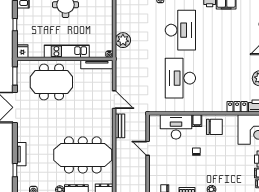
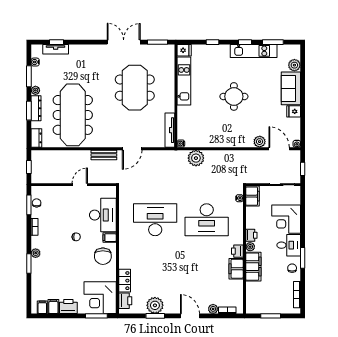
kitchen unit: (67, 51) -> (184, 81), moved
meeting table: (51, 82) -> (135, 88), moved
tv unit: (21, 154) -> (56, 49), moved

